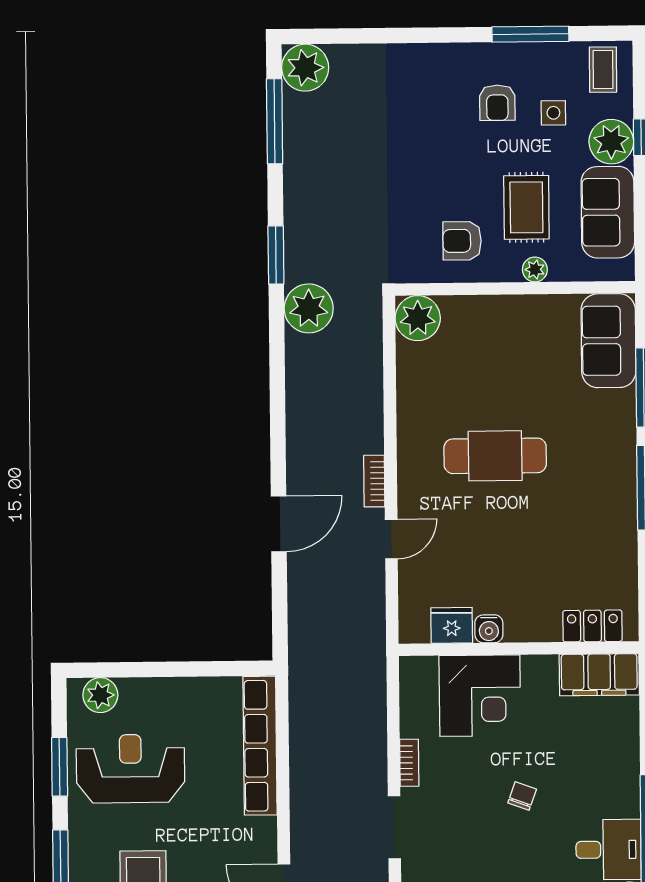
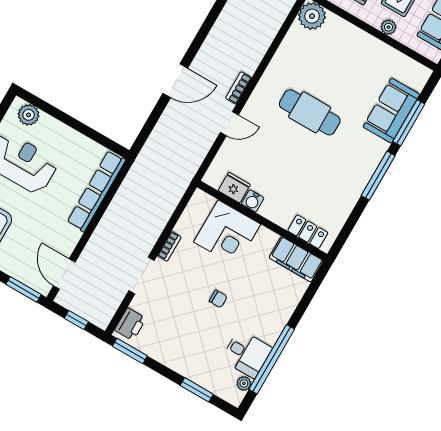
sofa: (608, 341) -> (391, 111), moved
chair: (522, 796) -> (218, 299), turned 70

